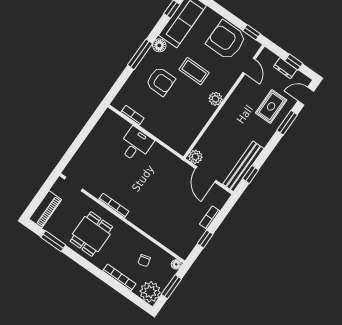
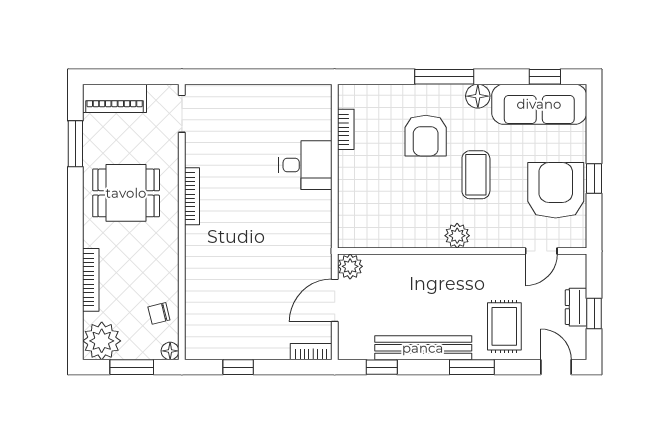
window: (252, 32) -> (594, 178), moved
rug: (271, 106) -> (504, 326), turned 90
window: (287, 123) -> (472, 367), moved
bench: (243, 166) -> (423, 348), moved
bookcase: (210, 218) -> (311, 352), moved
chair: (144, 261) -> (159, 313), moved

